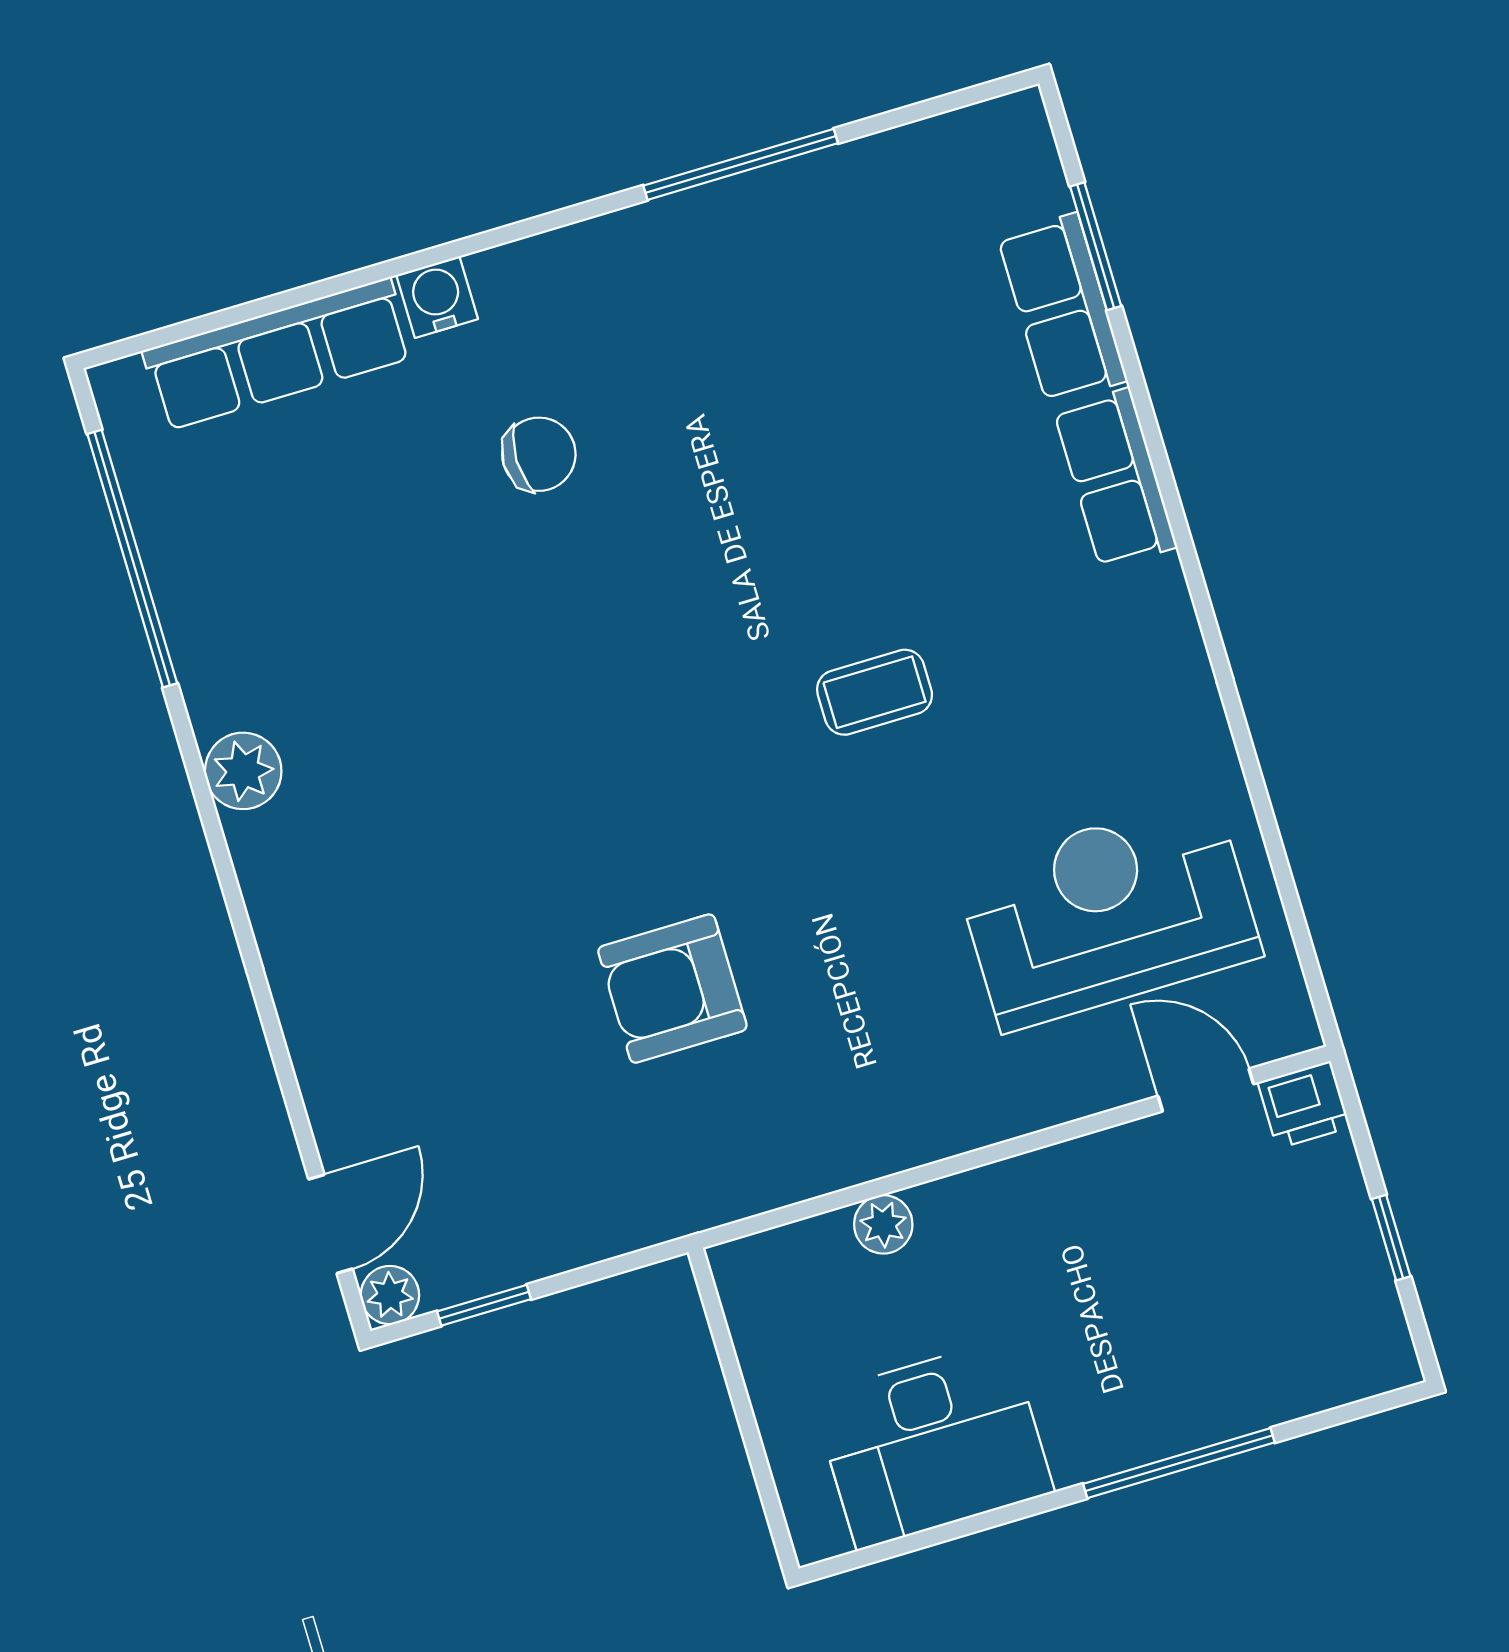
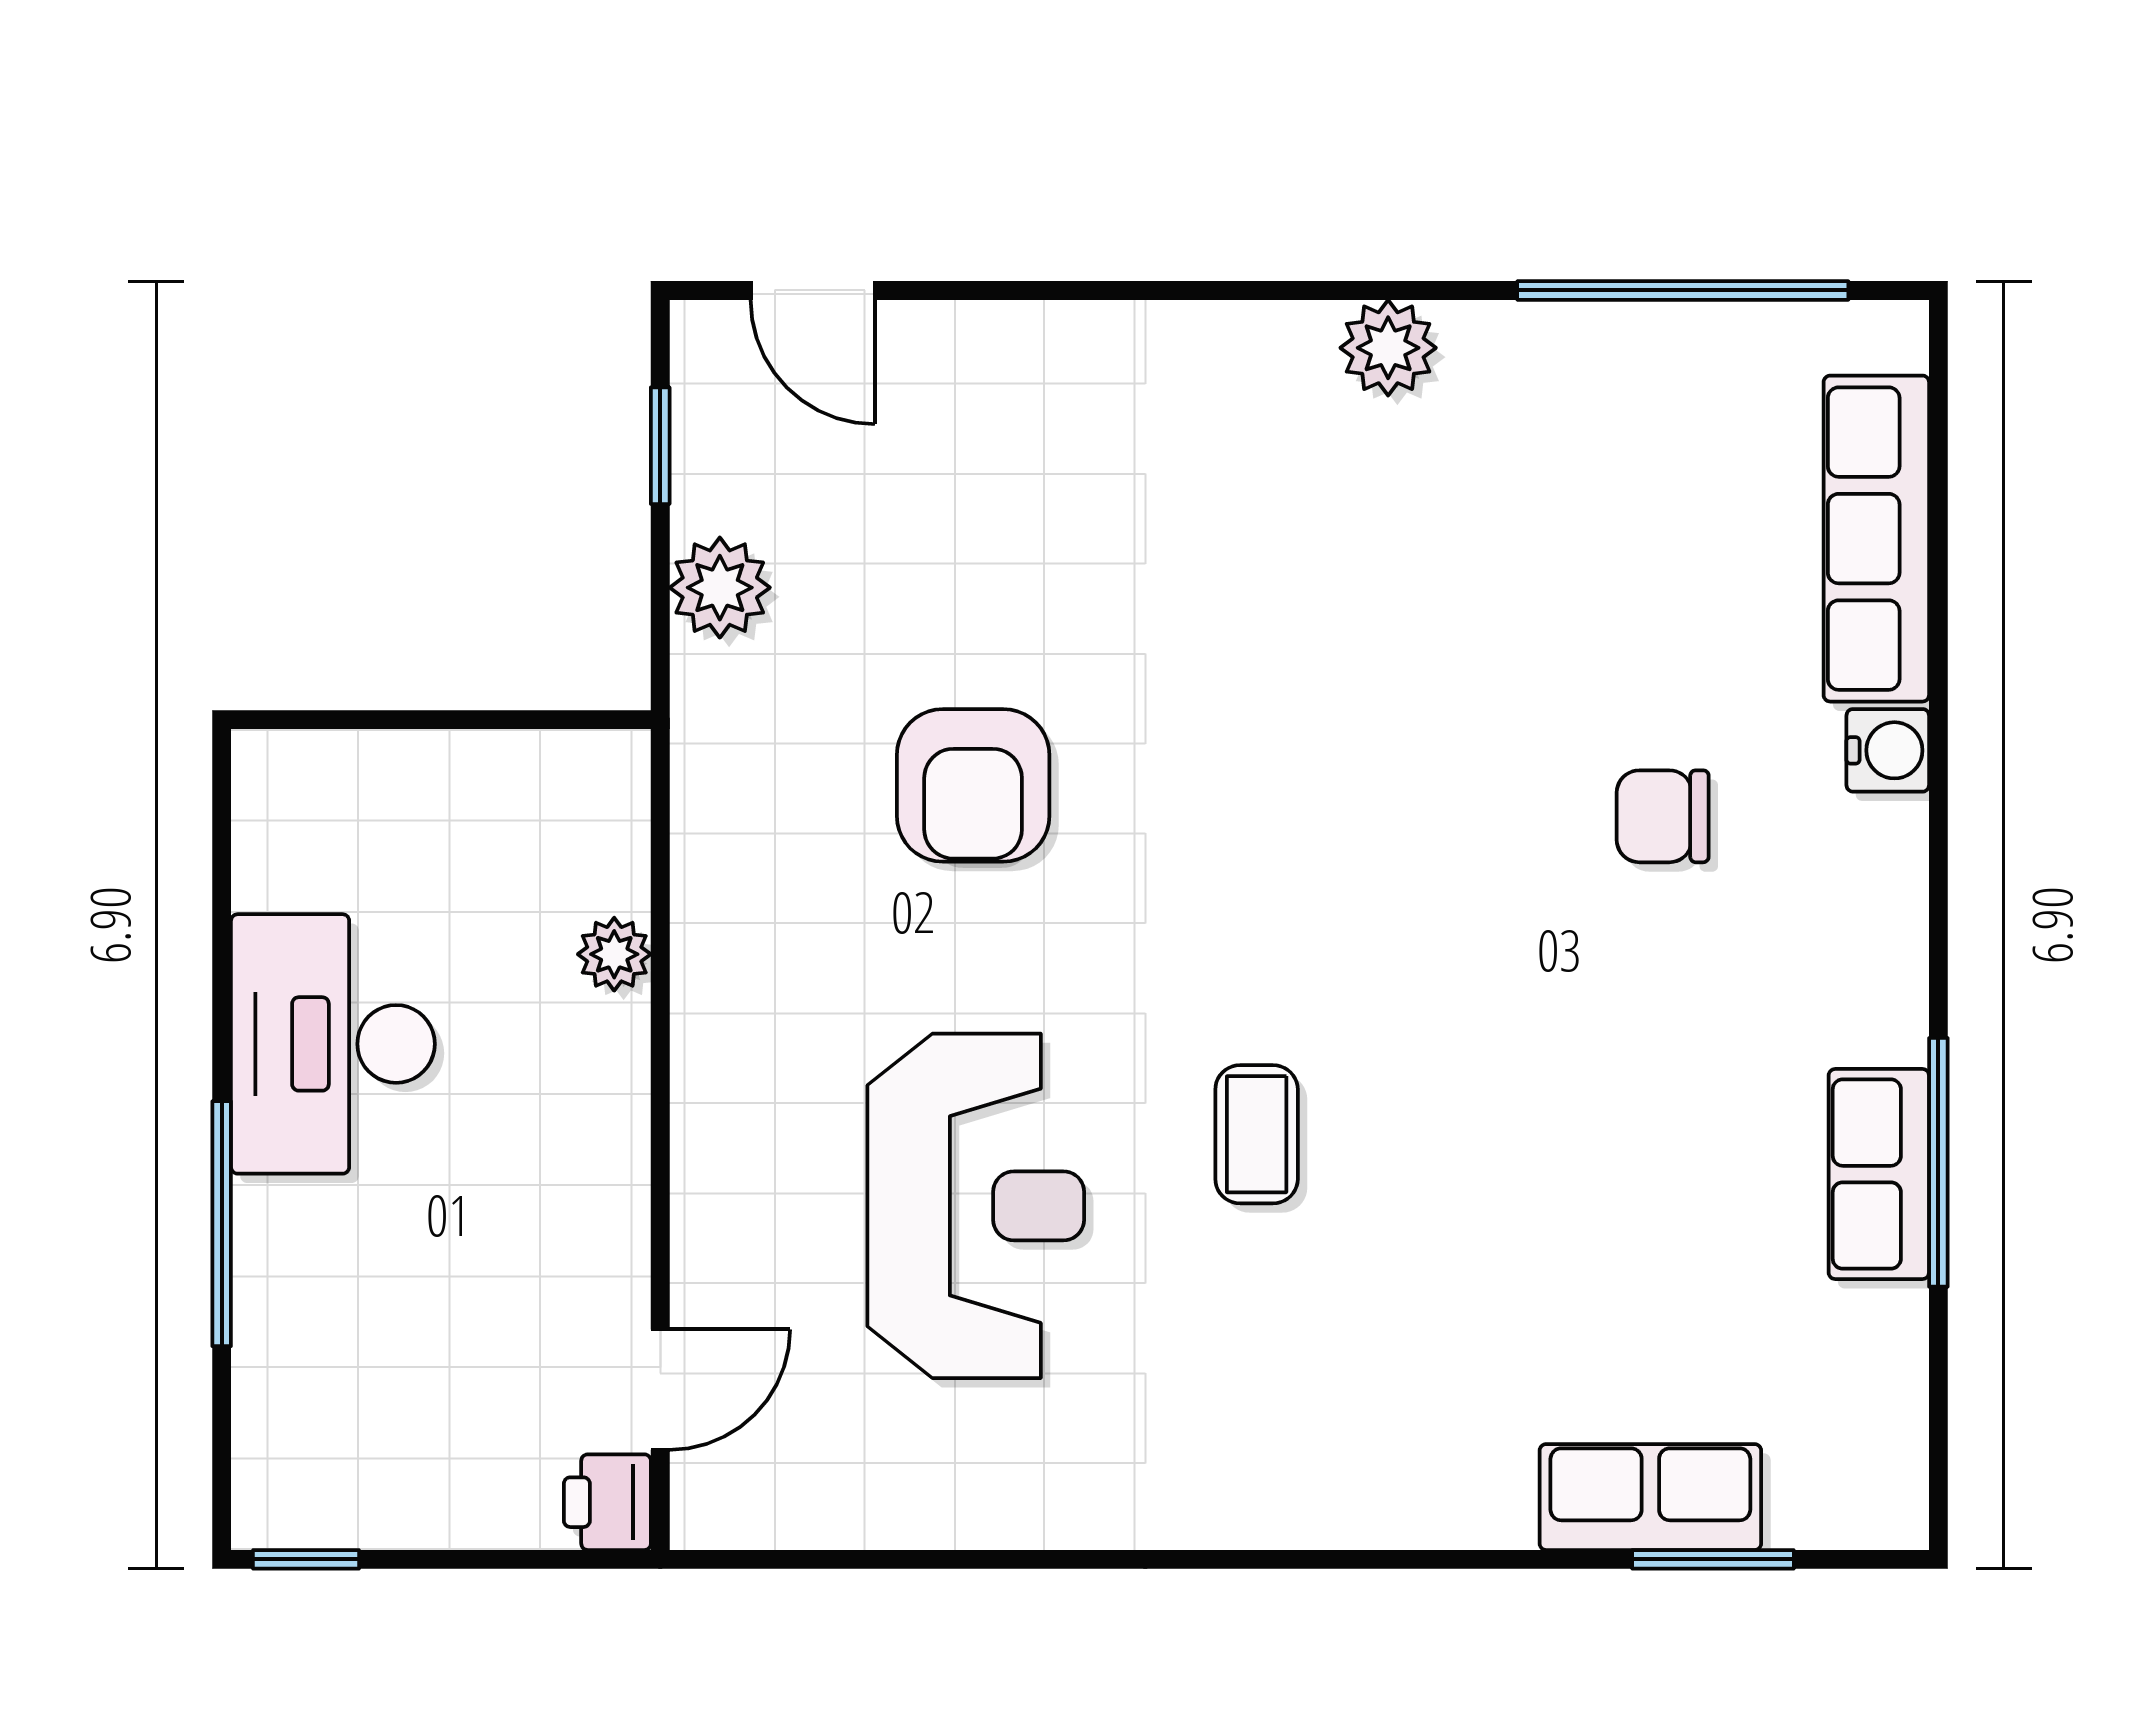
chair: (539, 454) -> (1663, 816), turned 90
row of seats: (1115, 478) -> (1879, 1174), moved, turned -90
reception desk: (1108, 913) -> (976, 1206), moved
armchair: (672, 989) -> (973, 785), turned 180
window: (1391, 1238) -> (306, 1559), moved
plant: (390, 1295) -> (720, 588), moved, width x1.38, depth x1.38
desk: (933, 1444) -> (333, 1044), moved

